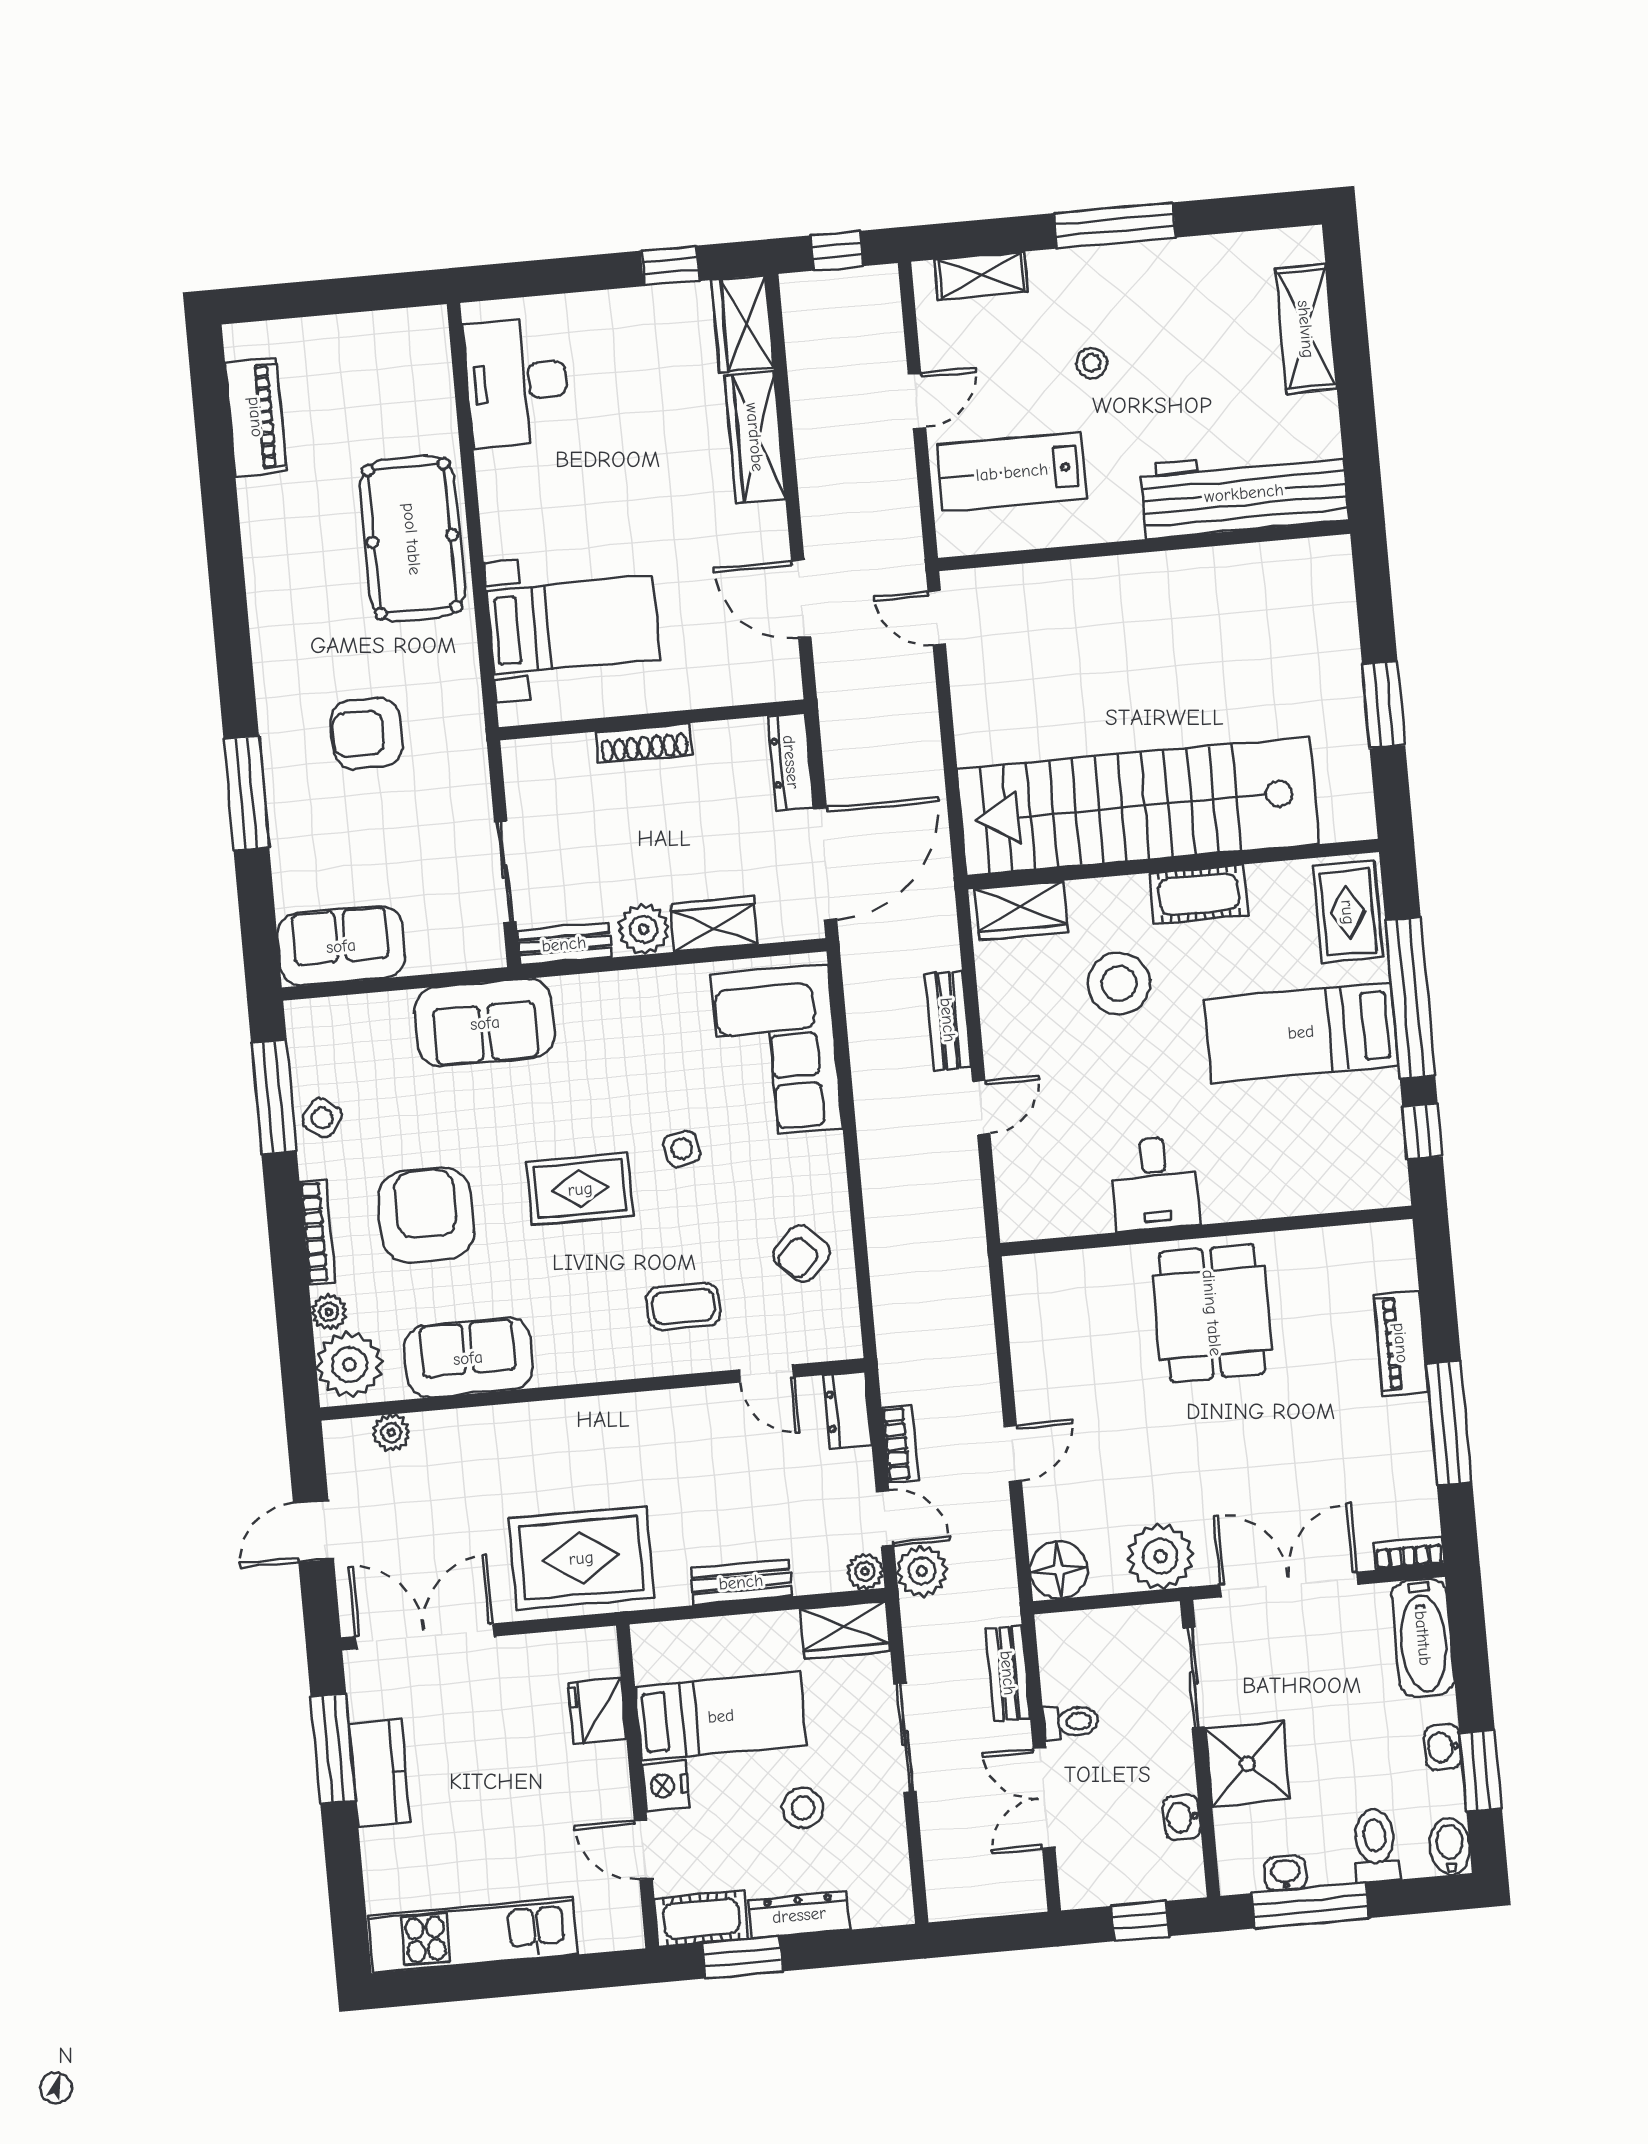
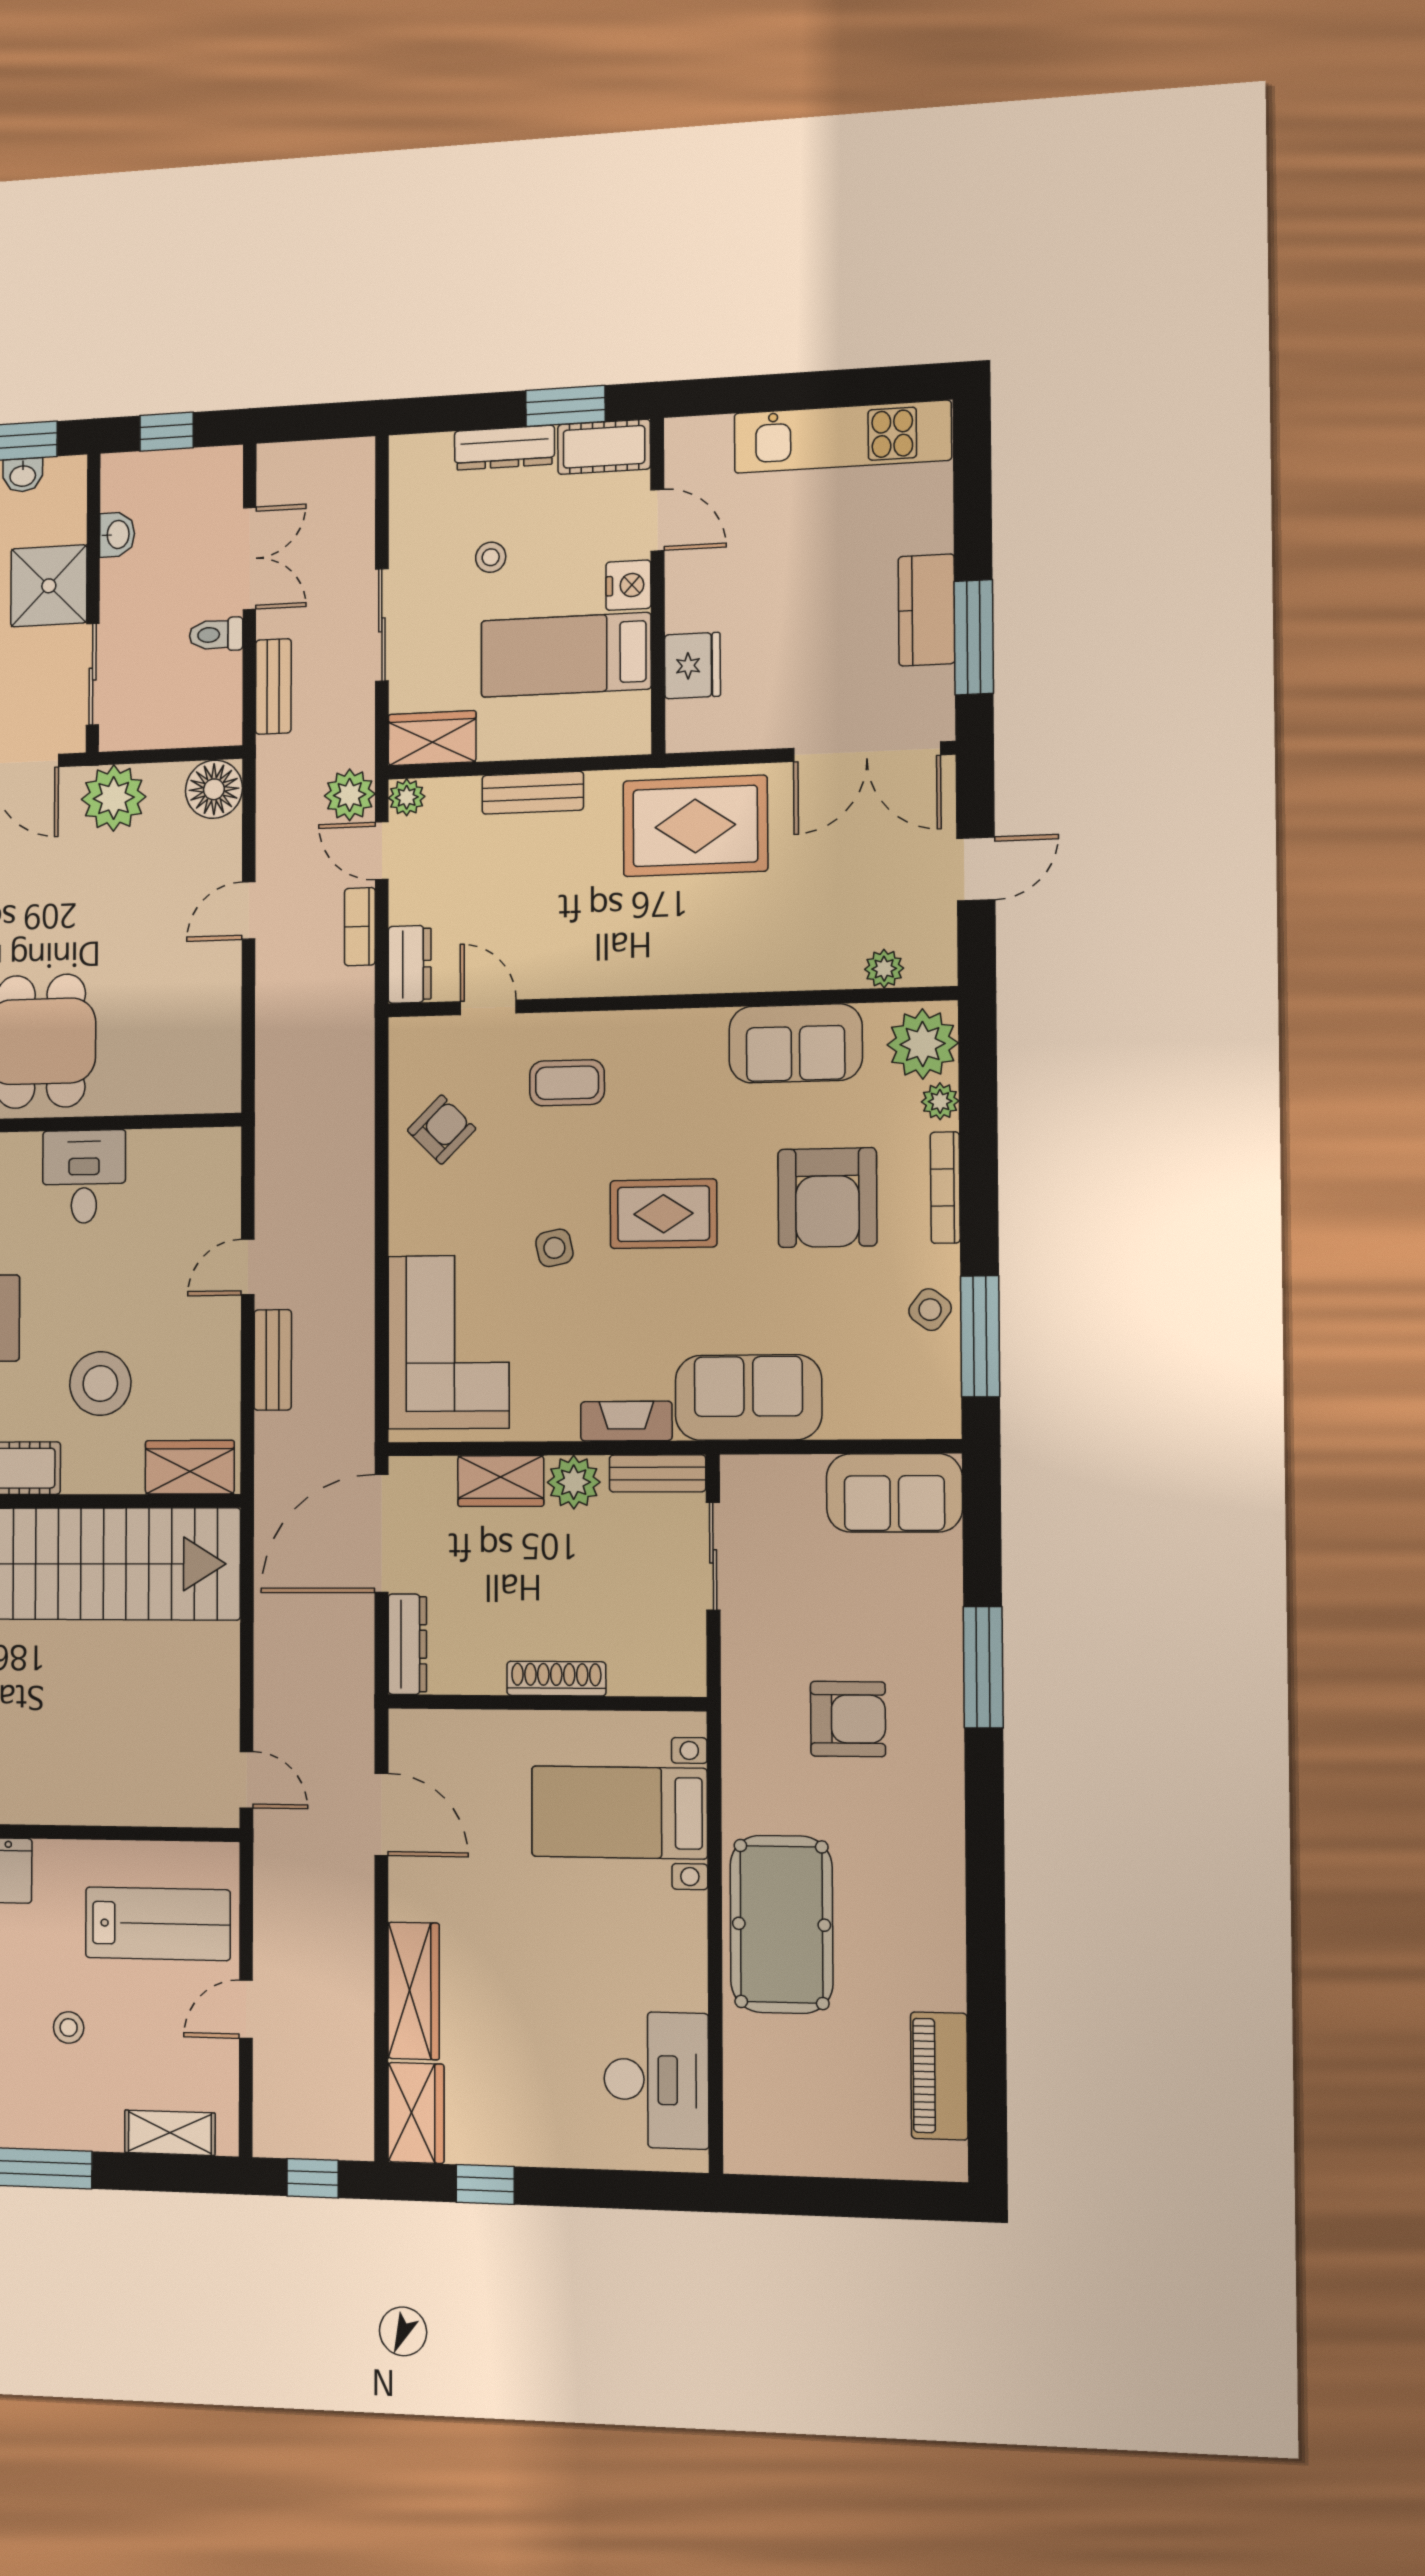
fireplace: (598, 991) -> (626, 1421), added
stool: (803, 1808) -> (491, 557), width x0.73, depth x0.73

